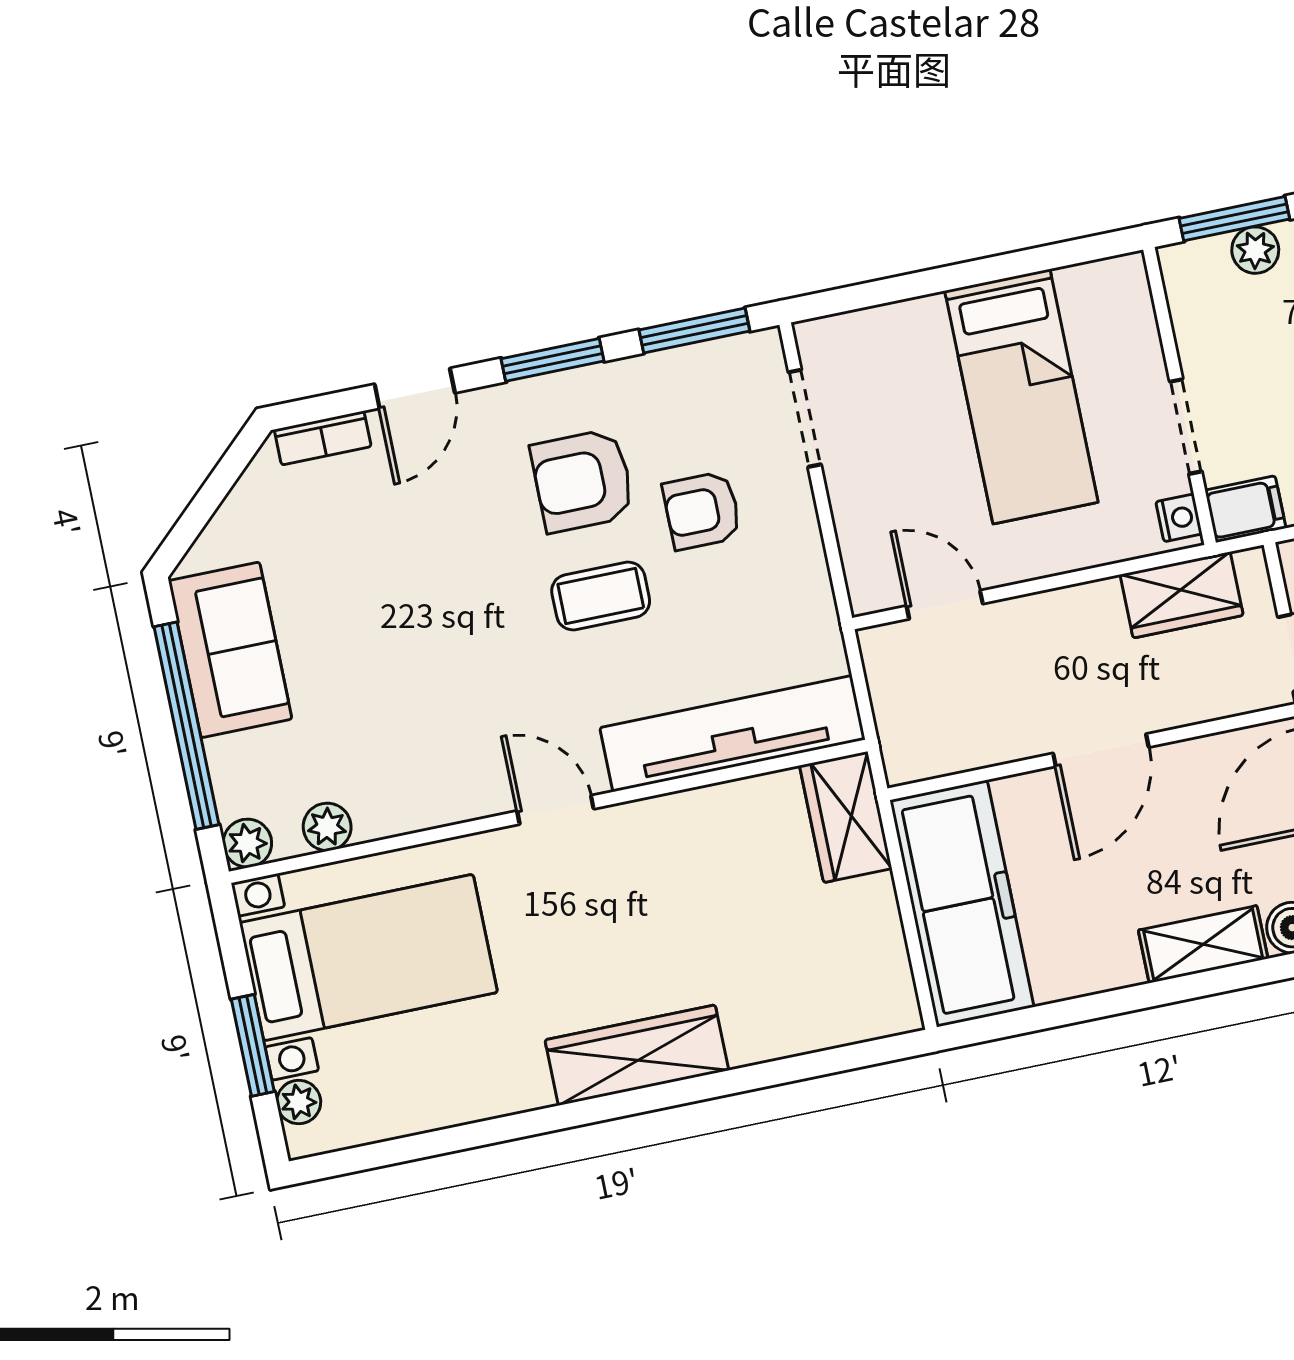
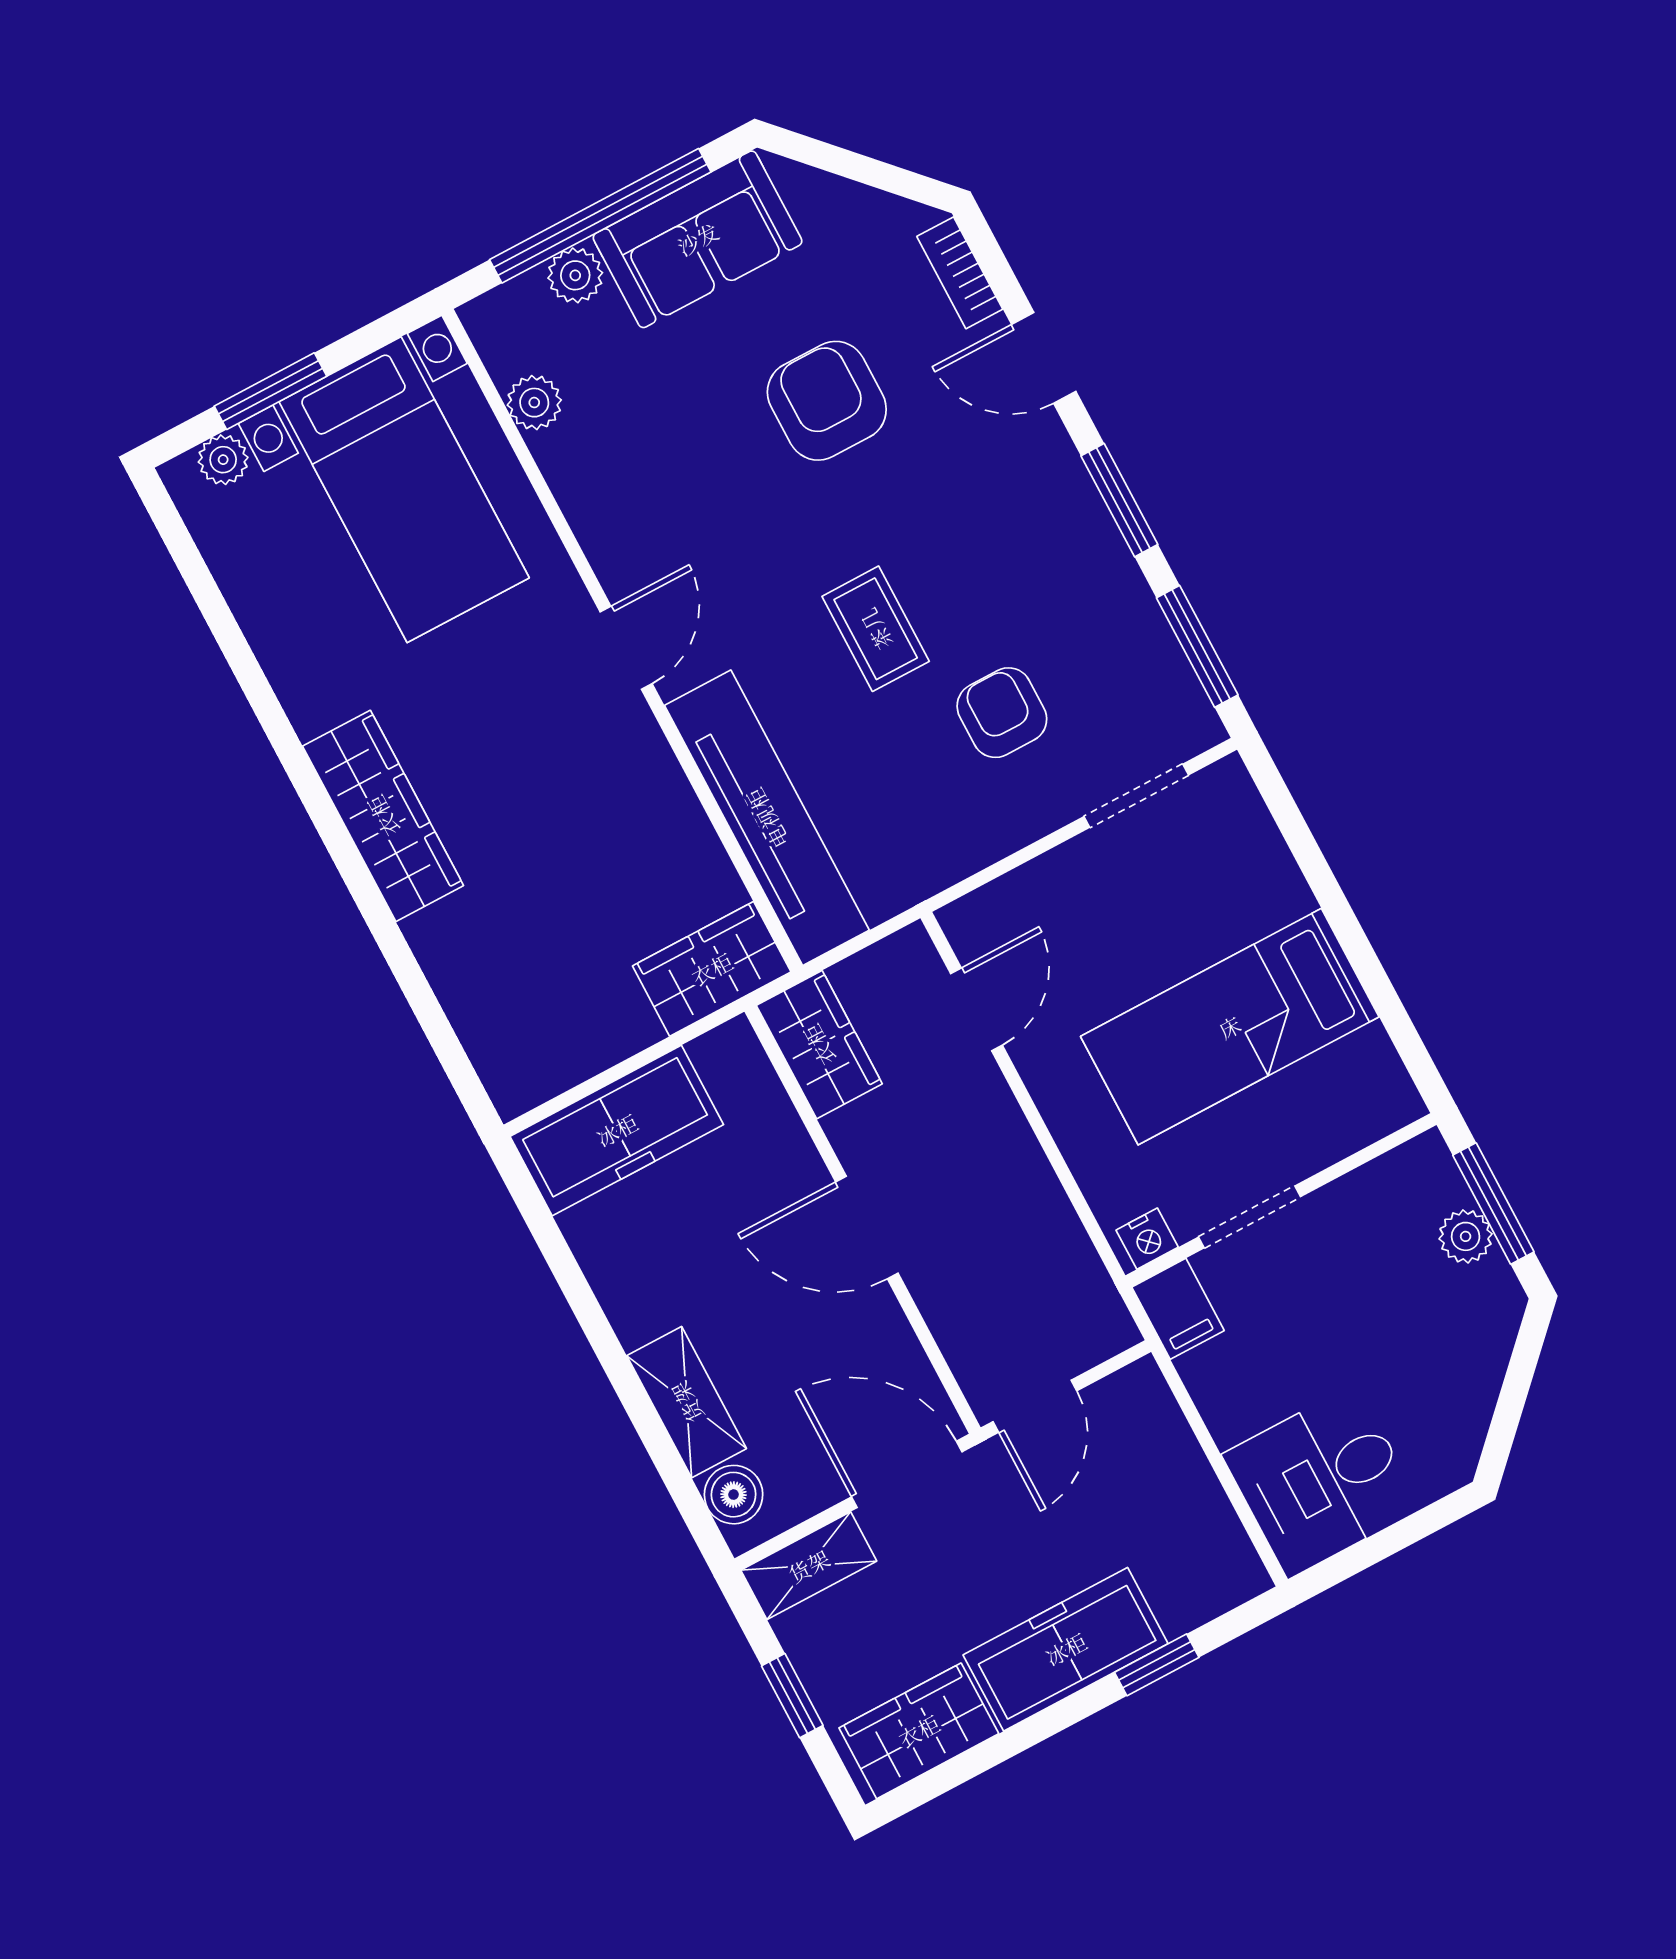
armchair: (583, 481) -> (827, 401), moved
wardrobe: (1182, 595) -> (819, 1045), moved, turned 180
plant: (247, 843) -> (575, 275), moved
freezer: (962, 904) -> (617, 1130), width x0.73, depth x0.79

